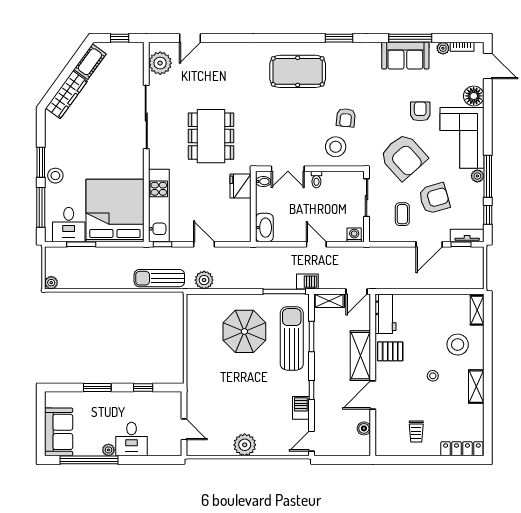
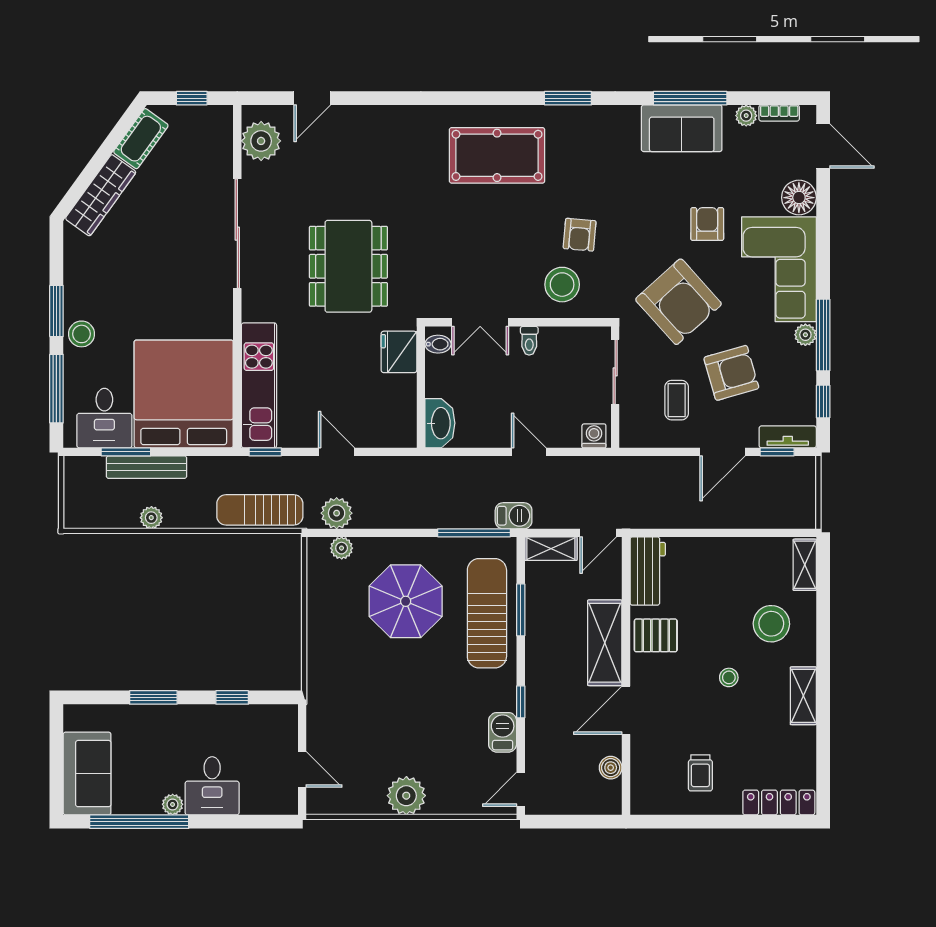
bench: (93, 253) -> (147, 467), added
plant: (51, 283) -> (151, 518), moved
plant: (207, 300) -> (342, 548), added

